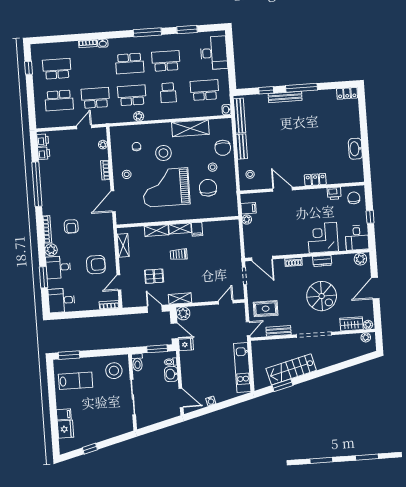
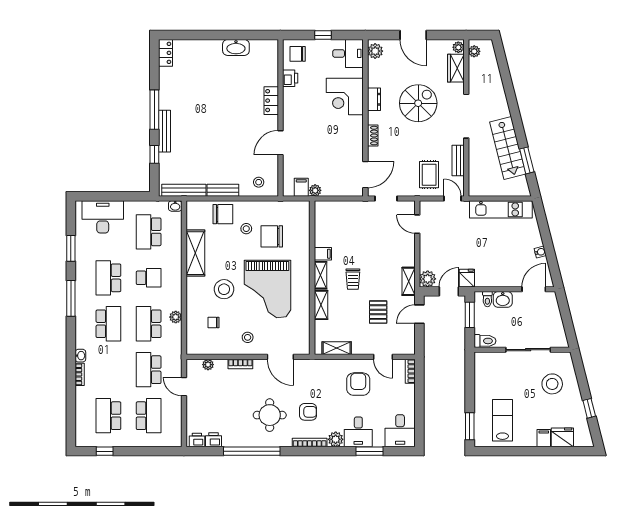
round table: (66, 196) -> (270, 415), added
stool: (114, 371) -> (552, 384), moved

